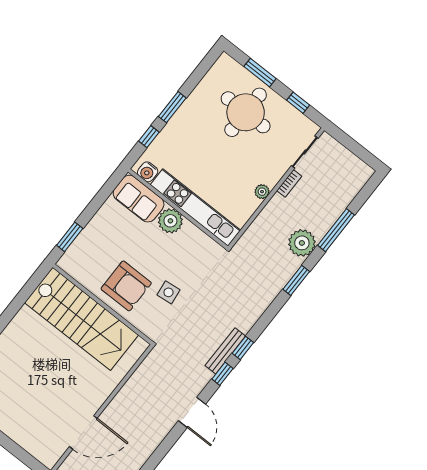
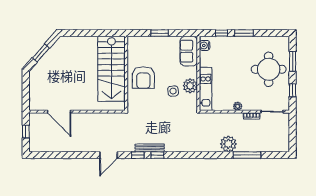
kitchen unit: (195, 208) -> (206, 89), width x0.73
plant: (170, 221) -> (190, 86), moved
window: (70, 237) -> (160, 33), moved
window: (296, 280) -> (209, 155), removed
side table: (168, 292) -> (173, 91), moved

